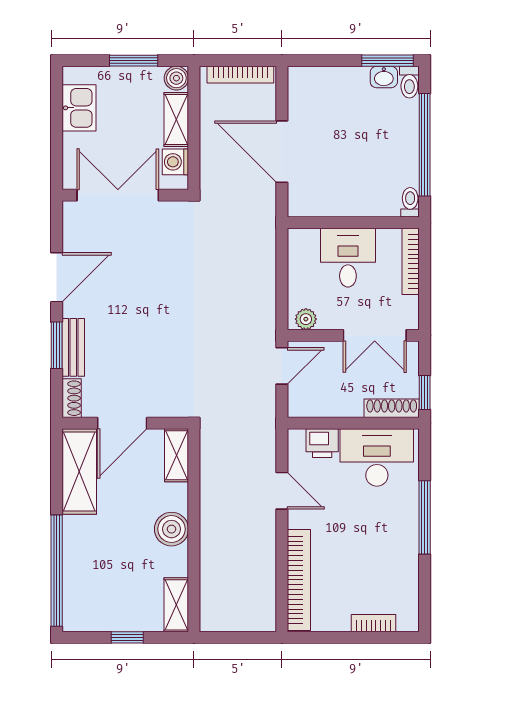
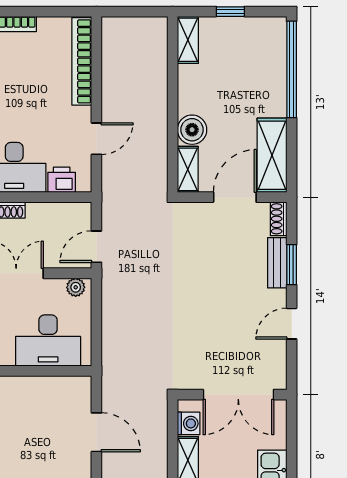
door: (282, 152) -> (96, 432), width x0.73
desk: (348, 258) -> (48, 340), width x1.37
door: (57, 277) -> (292, 324), width x0.73
door: (282, 491) -> (96, 139), swing flipped
boiler: (171, 529) -> (192, 130), moved

